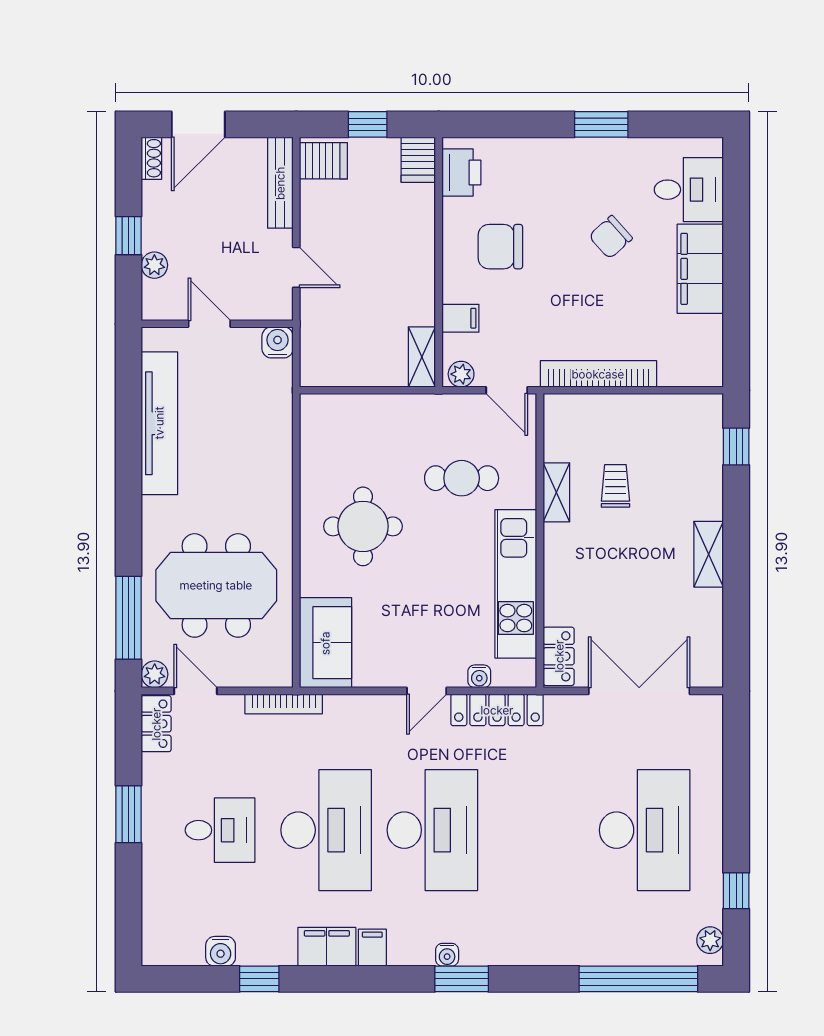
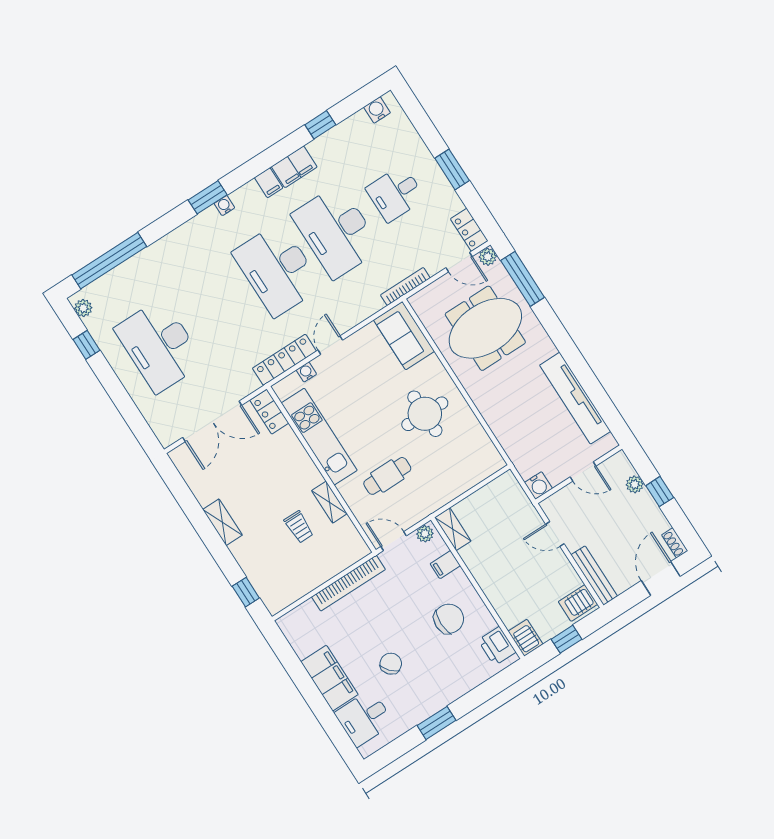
water cooler: (221, 951) -> (377, 110), moved

